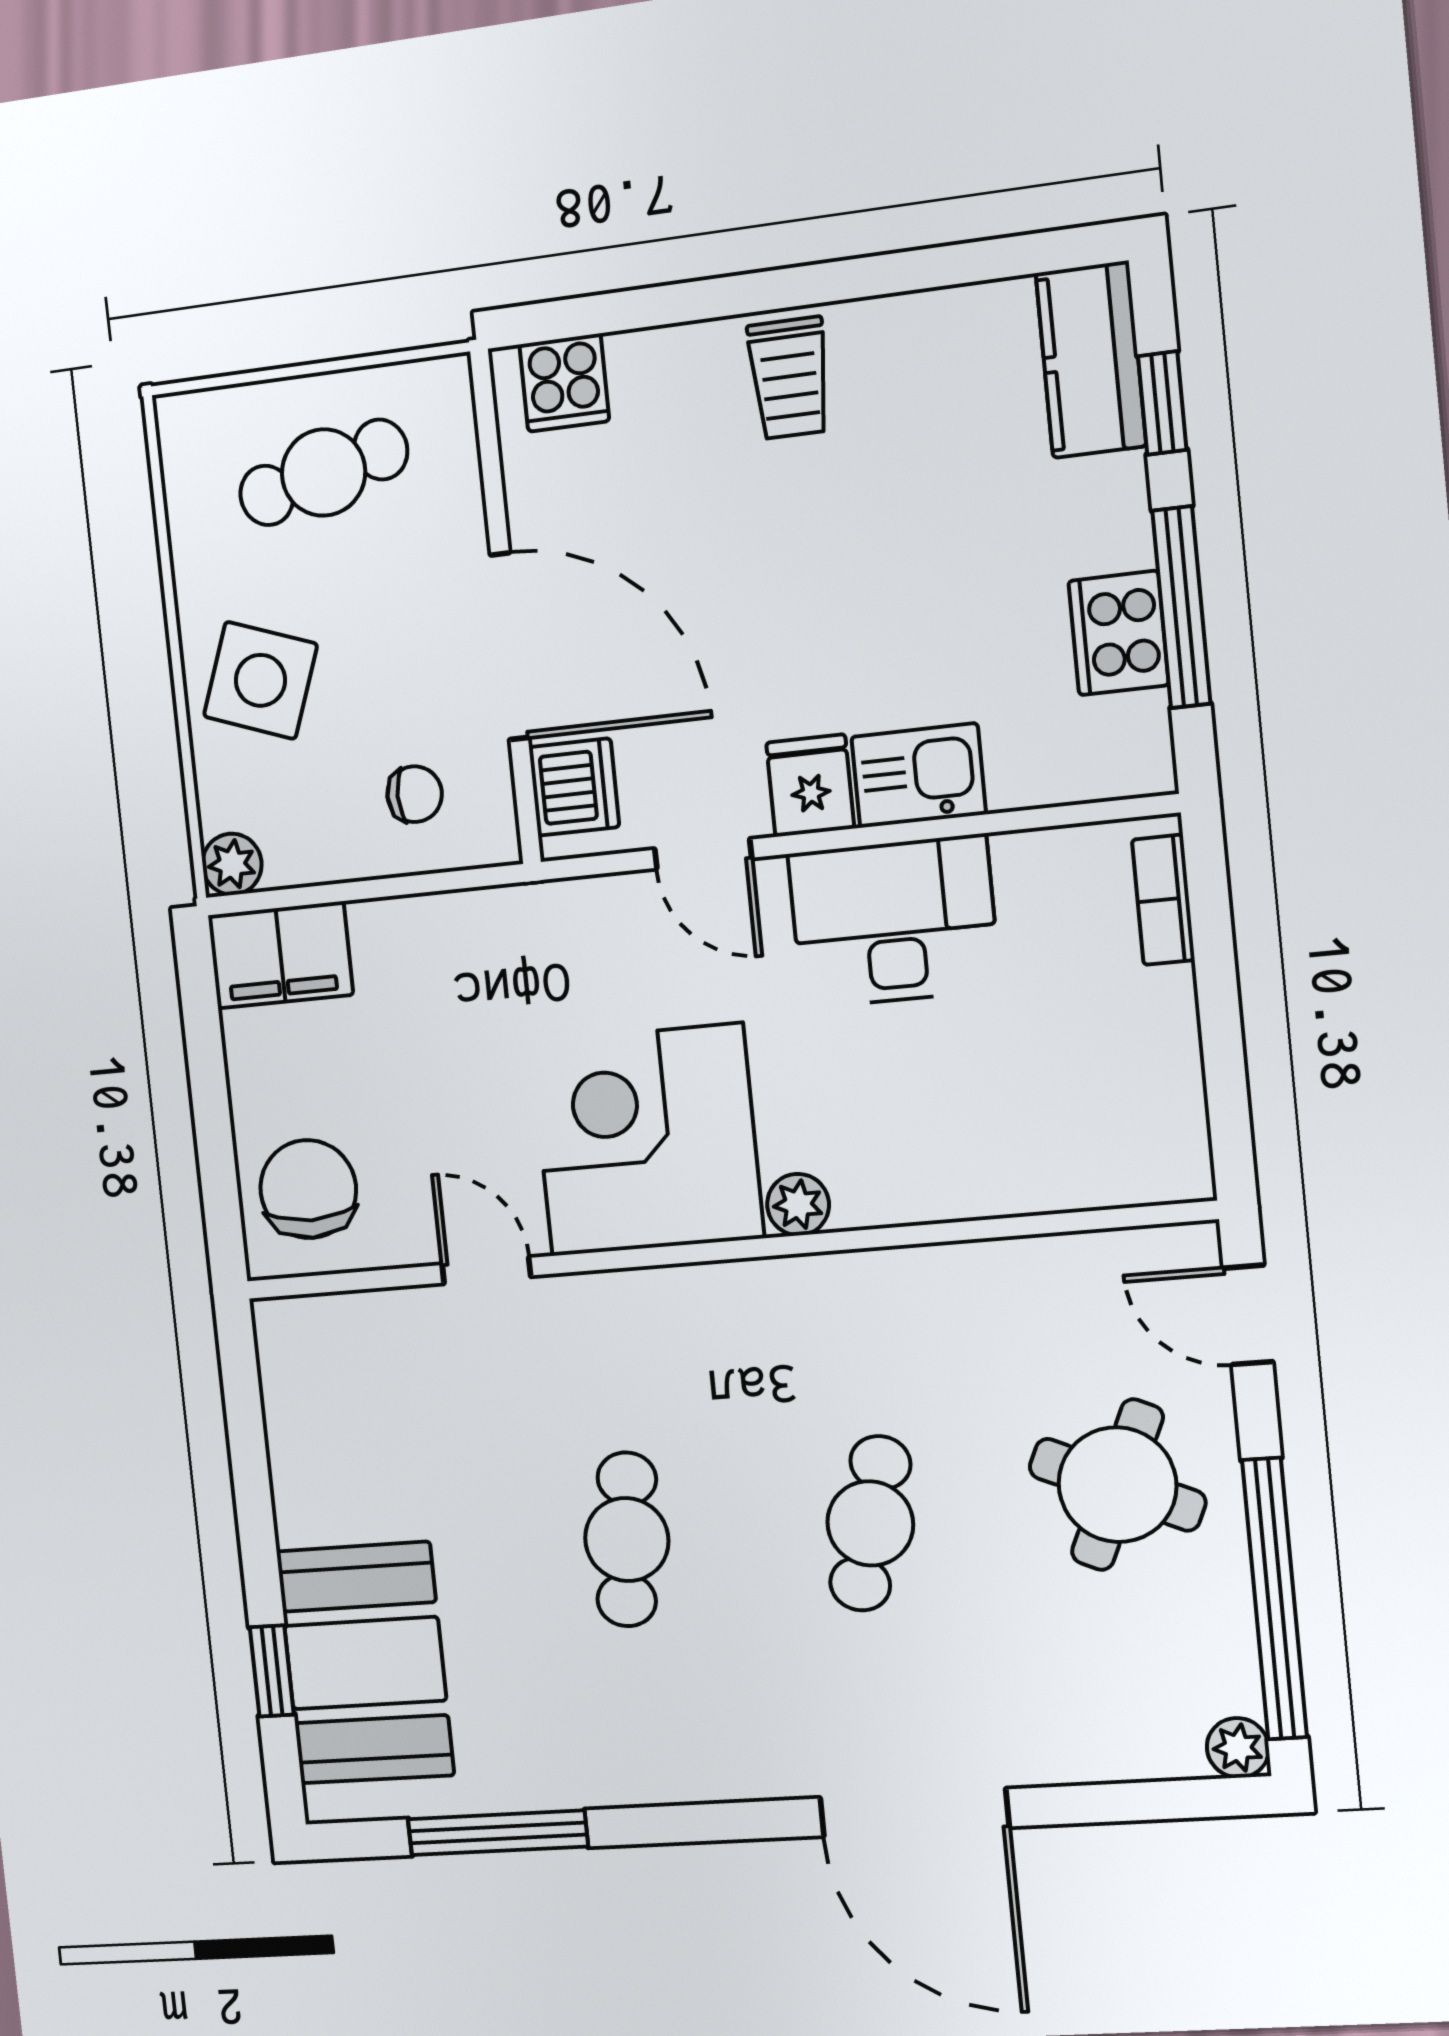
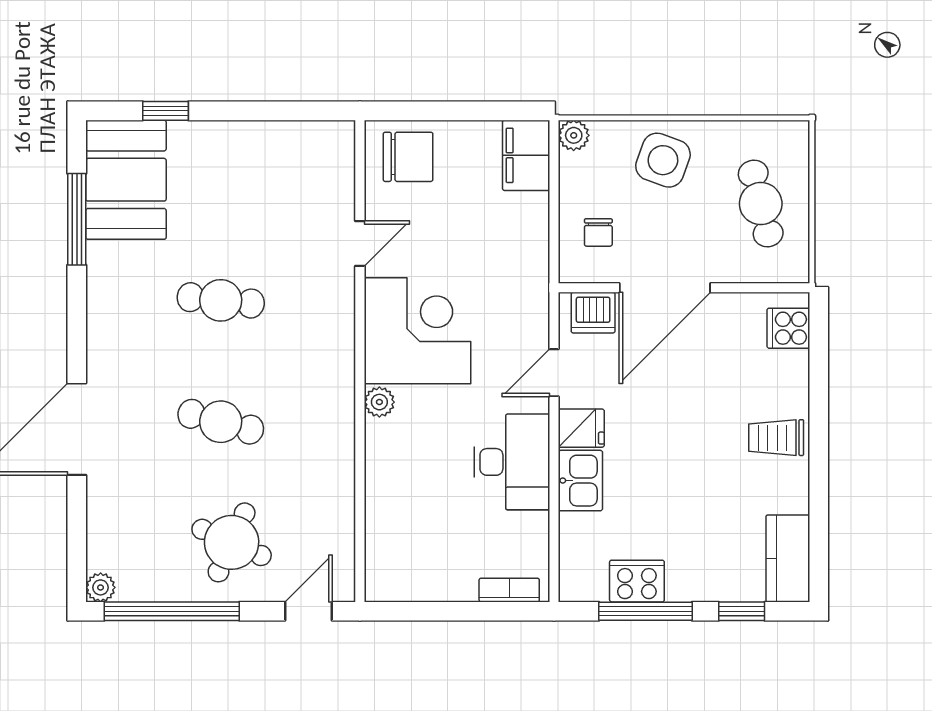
kitchen counter: (1091, 360) -> (788, 558), moved, turned -90
booth: (365, 1663) -> (126, 180), moved, turned 90

